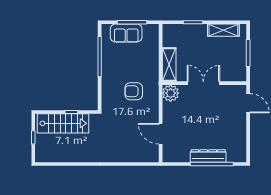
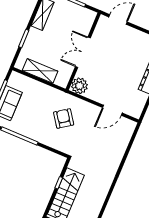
shelving: (169, 65) -> (40, 71), moved
armchair: (134, 91) -> (64, 118), turned 145

